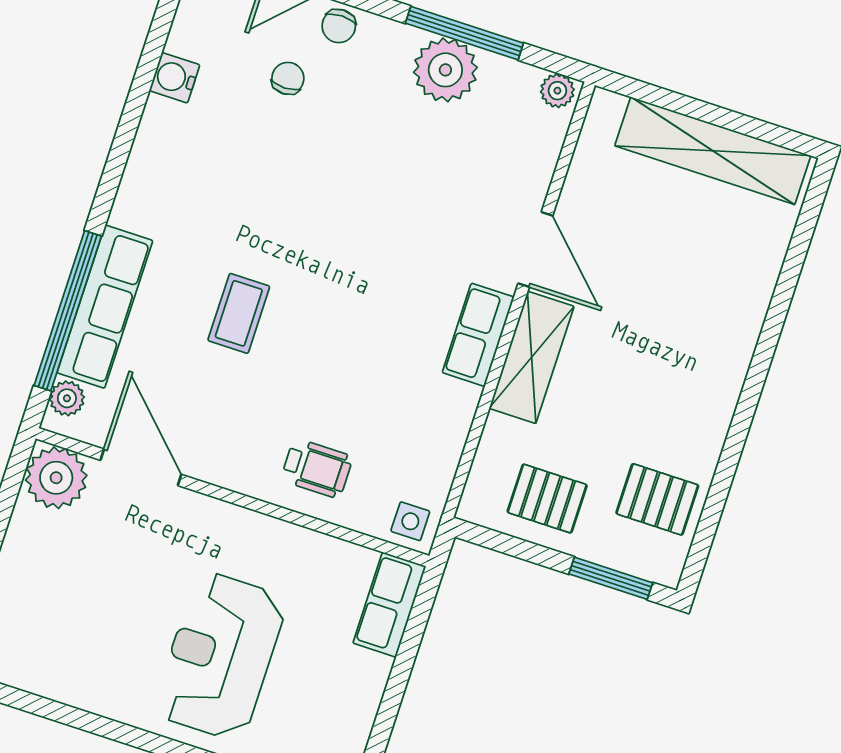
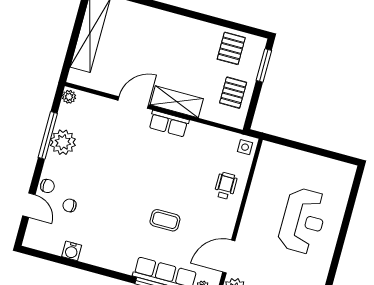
row of seats: (389, 605) -> (279, 154), removed
reception desk: (220, 656) -> (303, 221), turned -90

